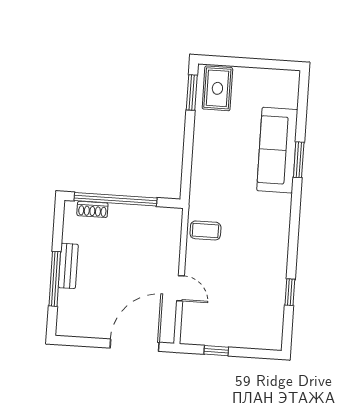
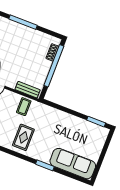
rug: (217, 88) -> (23, 137), moved, turned 90
sofa: (277, 150) -> (73, 164), moved
bench: (68, 266) -> (28, 90), moved

